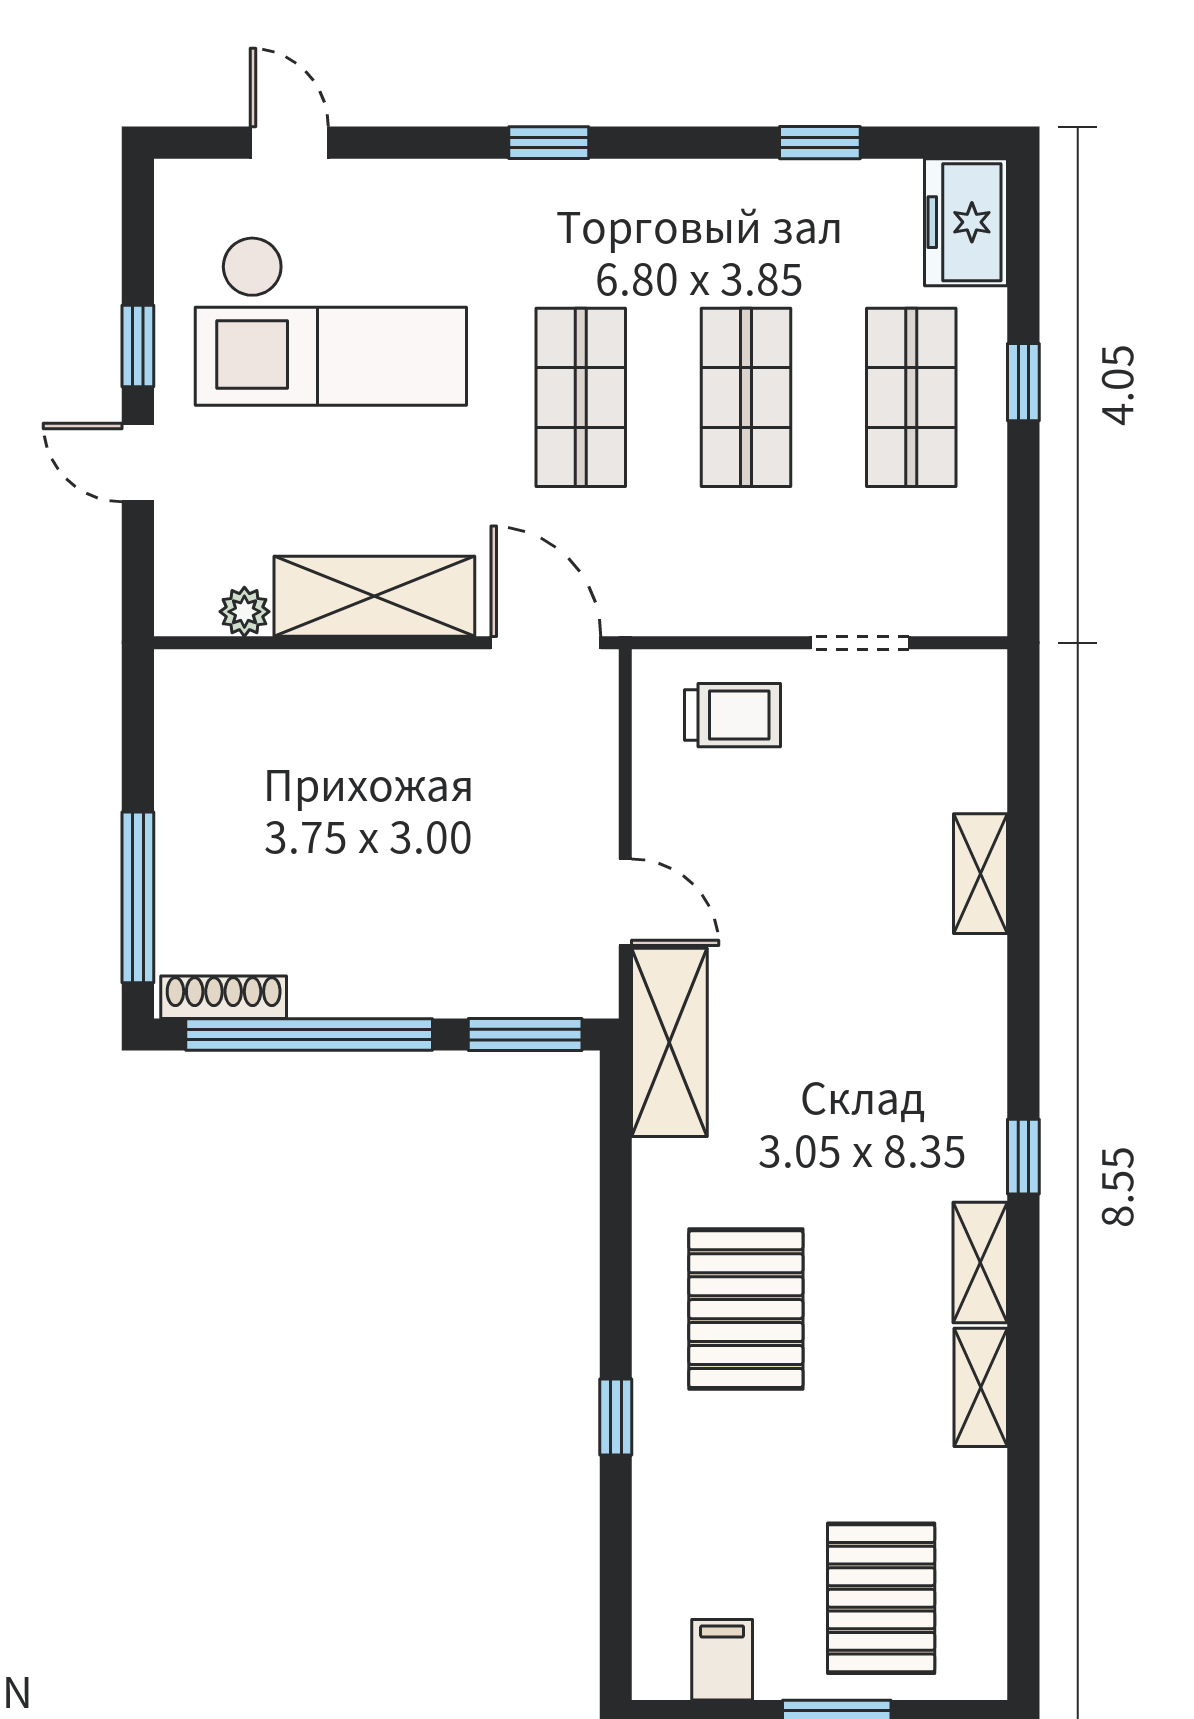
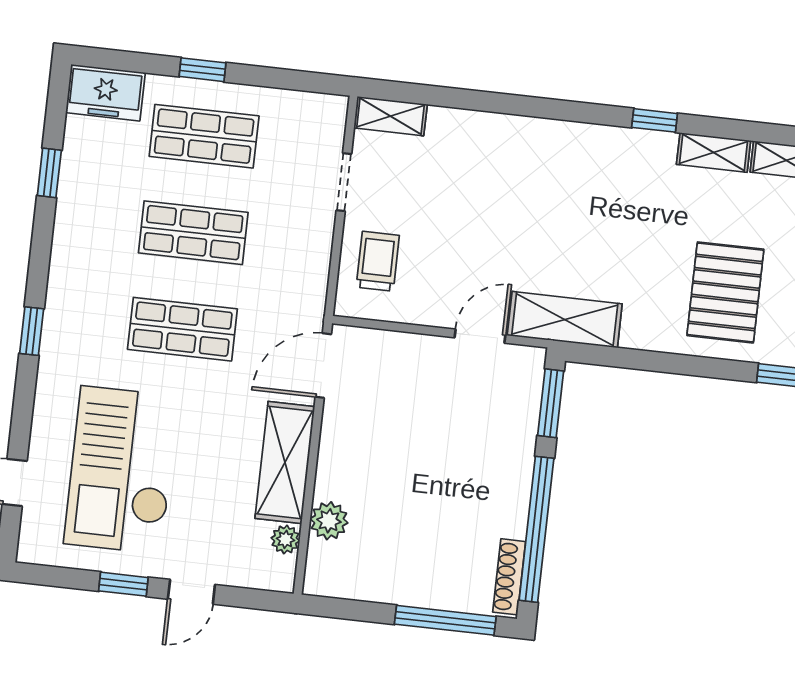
checkout: (331, 321) -> (121, 470), turned 180
plant: (284, 682) -> (329, 521), added
shelving: (981, 874) -> (390, 116), moved
pallet: (746, 1309) -> (725, 292), turned 90

